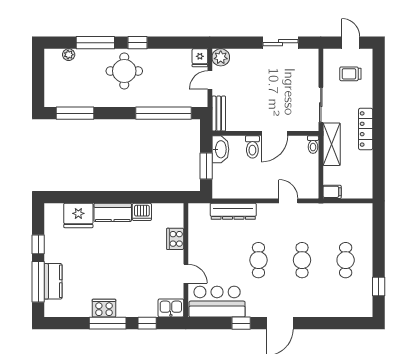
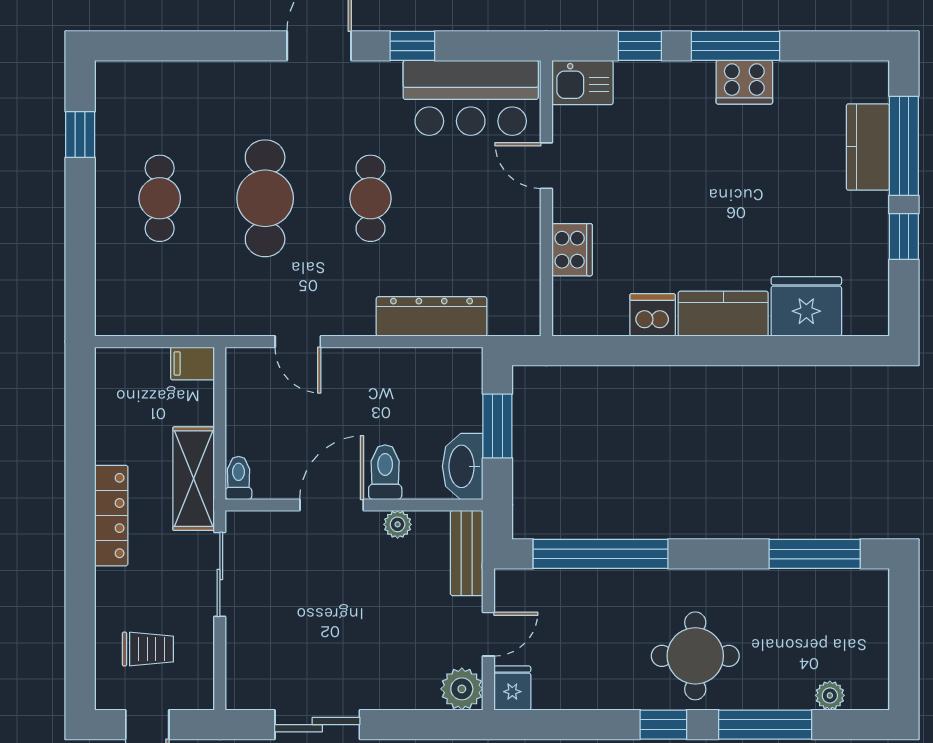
plant: (247, 125) -> (398, 524), added
cafe table: (302, 260) -> (265, 198), width x1.37, depth x1.35

